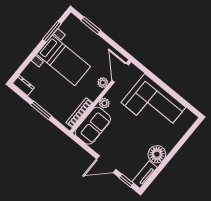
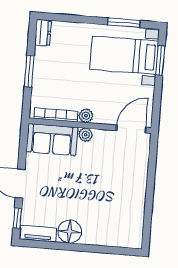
bed with nightstands: (64, 60) -> (124, 55), moved, turned 90
plant: (103, 83) -> (86, 116), moved
corner sofa: (153, 105) -> (121, 190), removed

